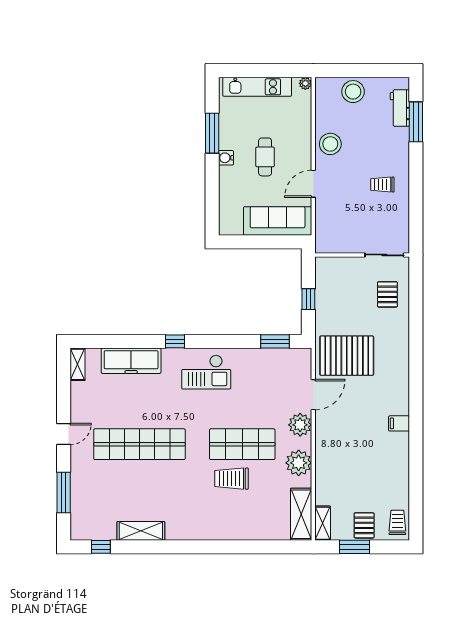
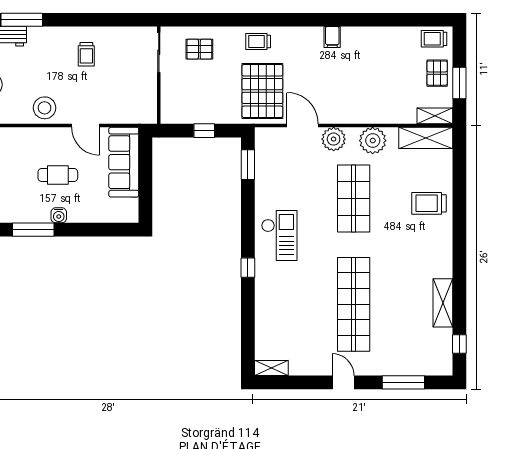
trolley: (395, 352) -> (258, 41), added
freezer: (131, 361) -> (268, 313), removed
trolley: (232, 479) -> (429, 203), moved, turned 90
pallet: (364, 525) -> (437, 73), turned 90

